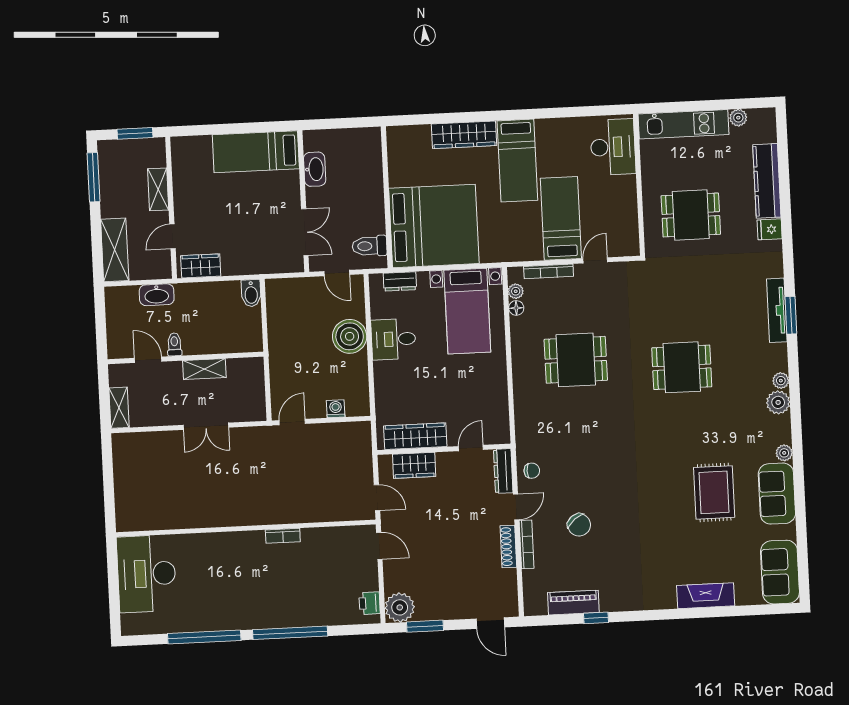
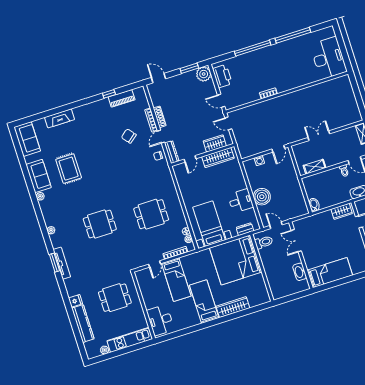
shelving: (204, 369) -> (315, 167), moved
plant: (778, 402) -> (50, 220), removed
printer: (370, 603) -> (222, 76), width x1.87, depth x1.48

